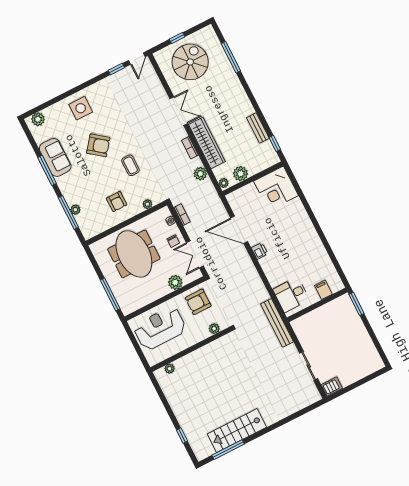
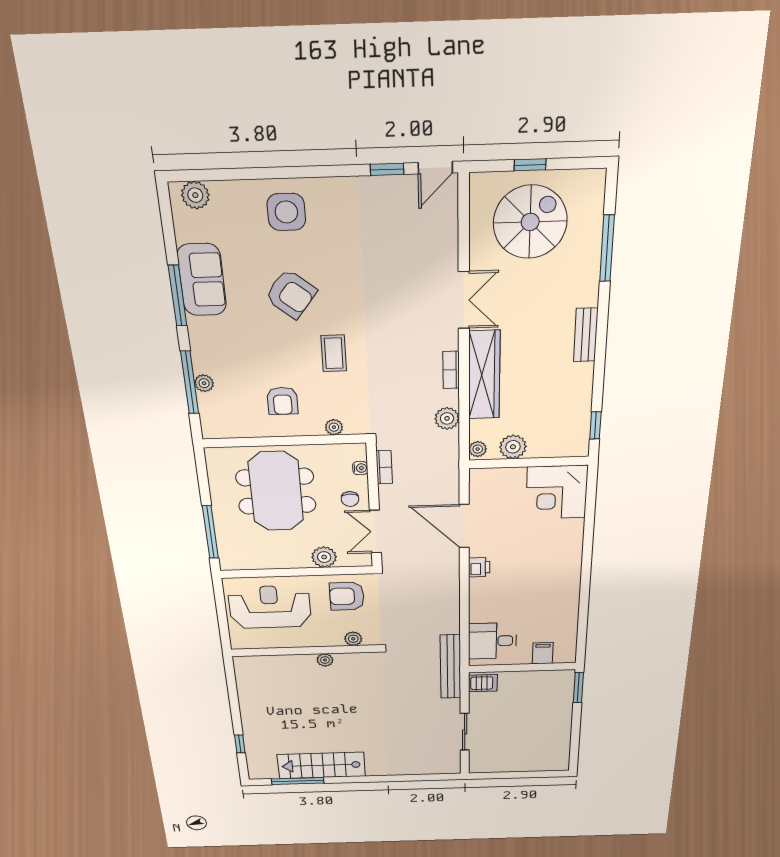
bench: (258, 128) -> (586, 335), moved
plant: (170, 369) -> (325, 660), moved
server rack: (332, 387) -> (483, 683), moved

